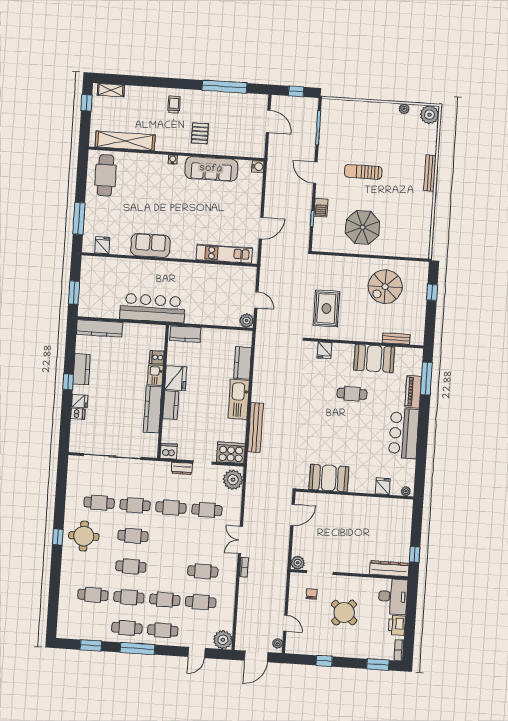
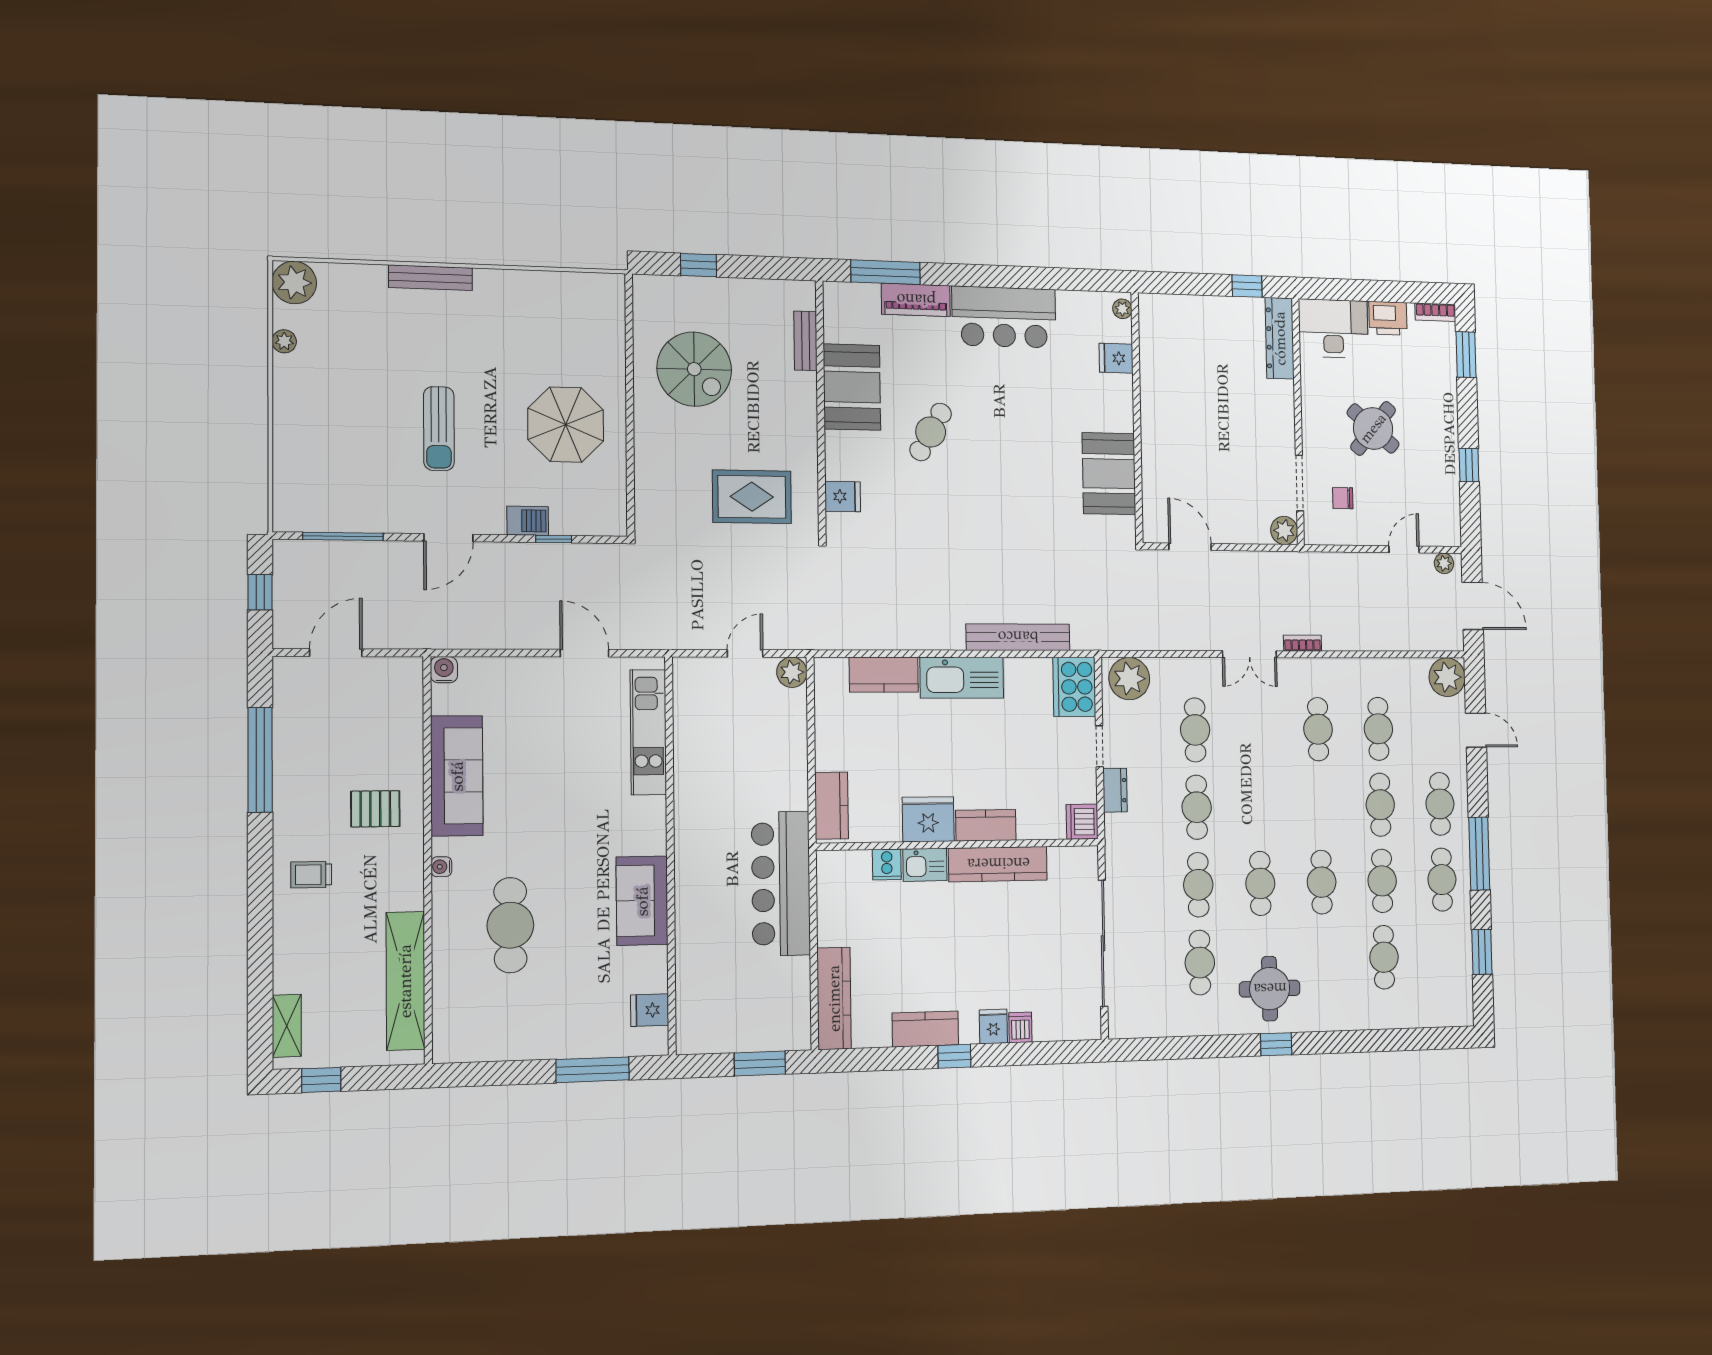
cafe table: (106, 175) -> (510, 925), moved, turned 90
cafe table: (352, 394) -> (931, 432), turned 30

